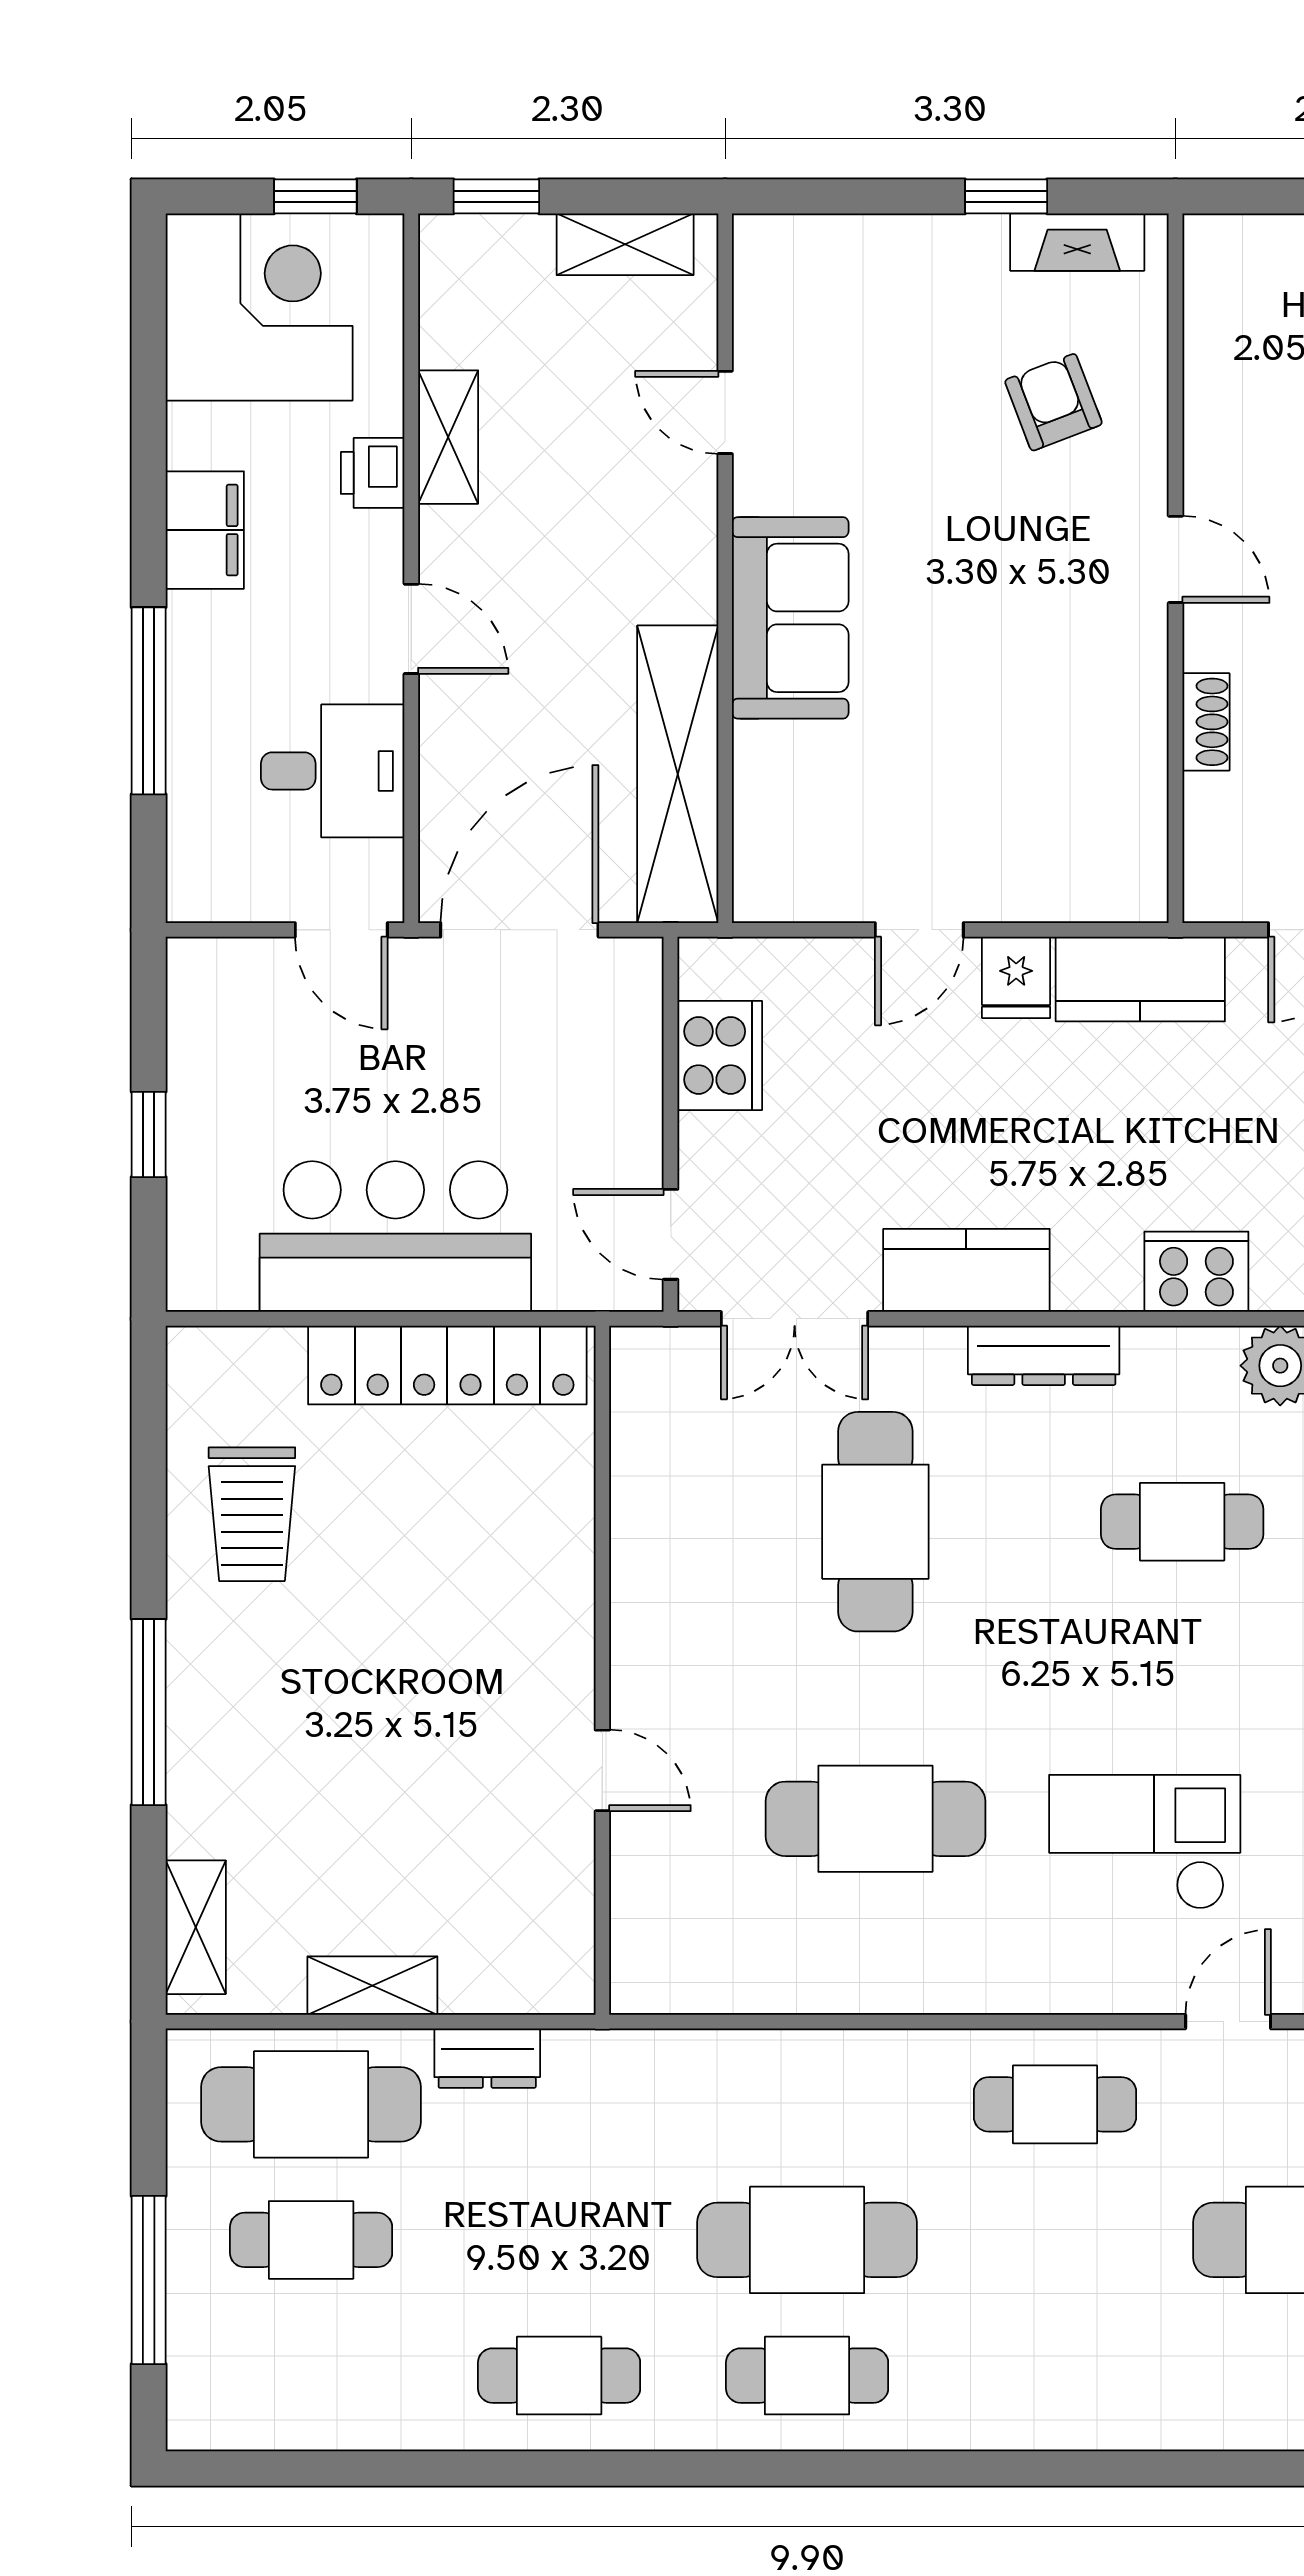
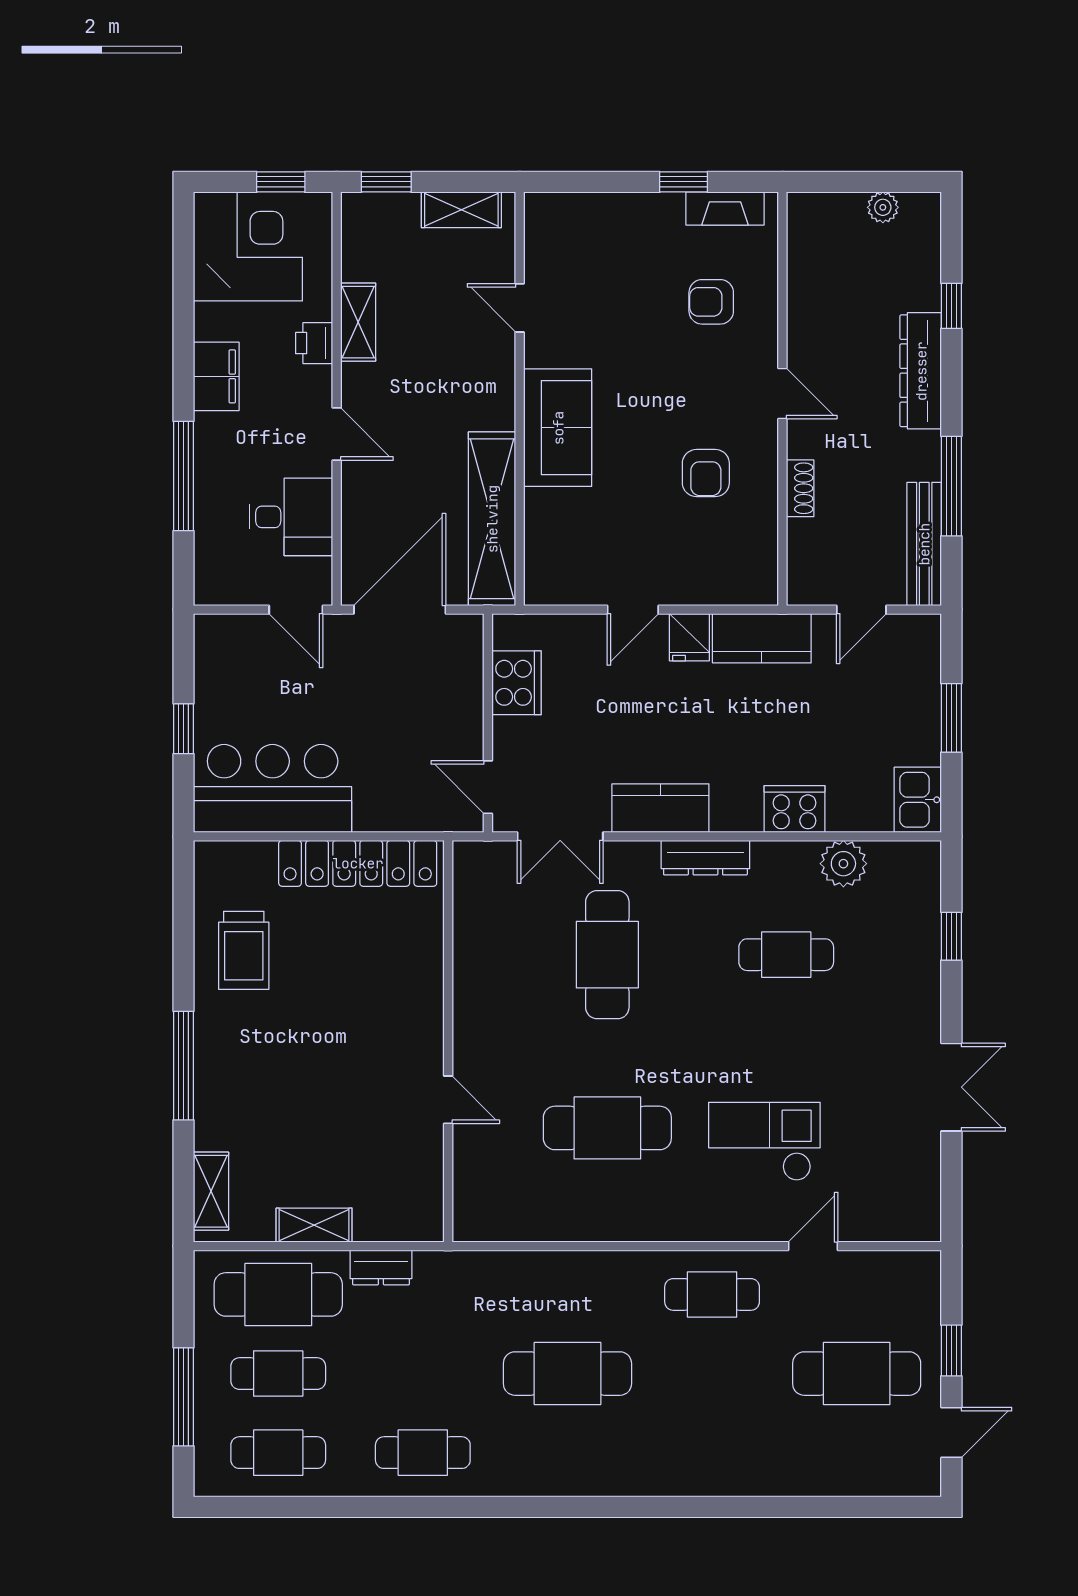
armchair: (1053, 402) -> (711, 302), turned -69
armchair: (1044, 696) -> (706, 473), added
bar counter: (395, 1237) -> (273, 788), moved
cafe table: (807, 2376) -> (278, 1453), moved

